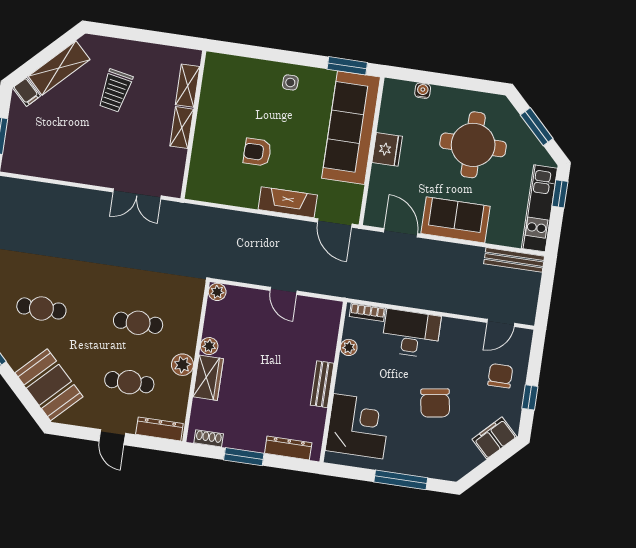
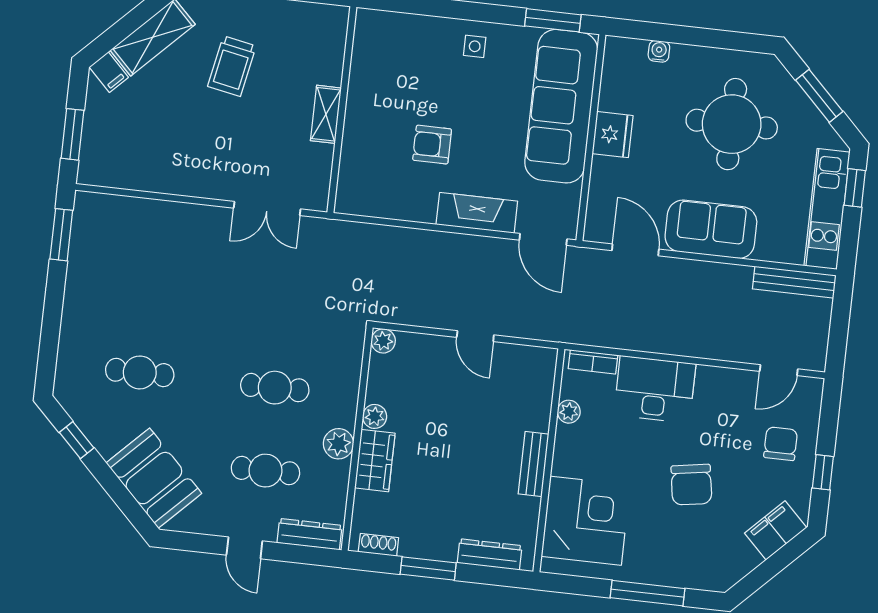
shelving: (188, 86) -> (332, 56), removed

